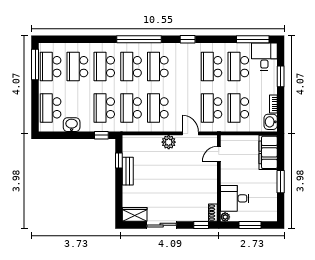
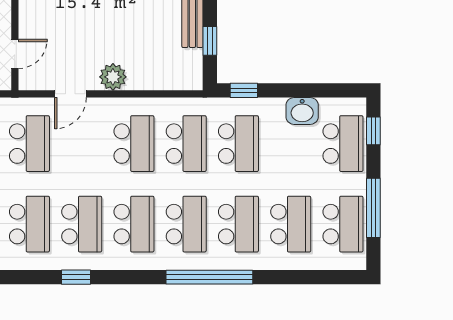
window: (139, 39) -> (209, 277), moved
window: (35, 64) -> (373, 208), moved
school desk: (185, 67) -> (82, 224), added
window: (35, 114) -> (373, 131), added
door: (190, 133) -> (70, 94), hinge flipped

